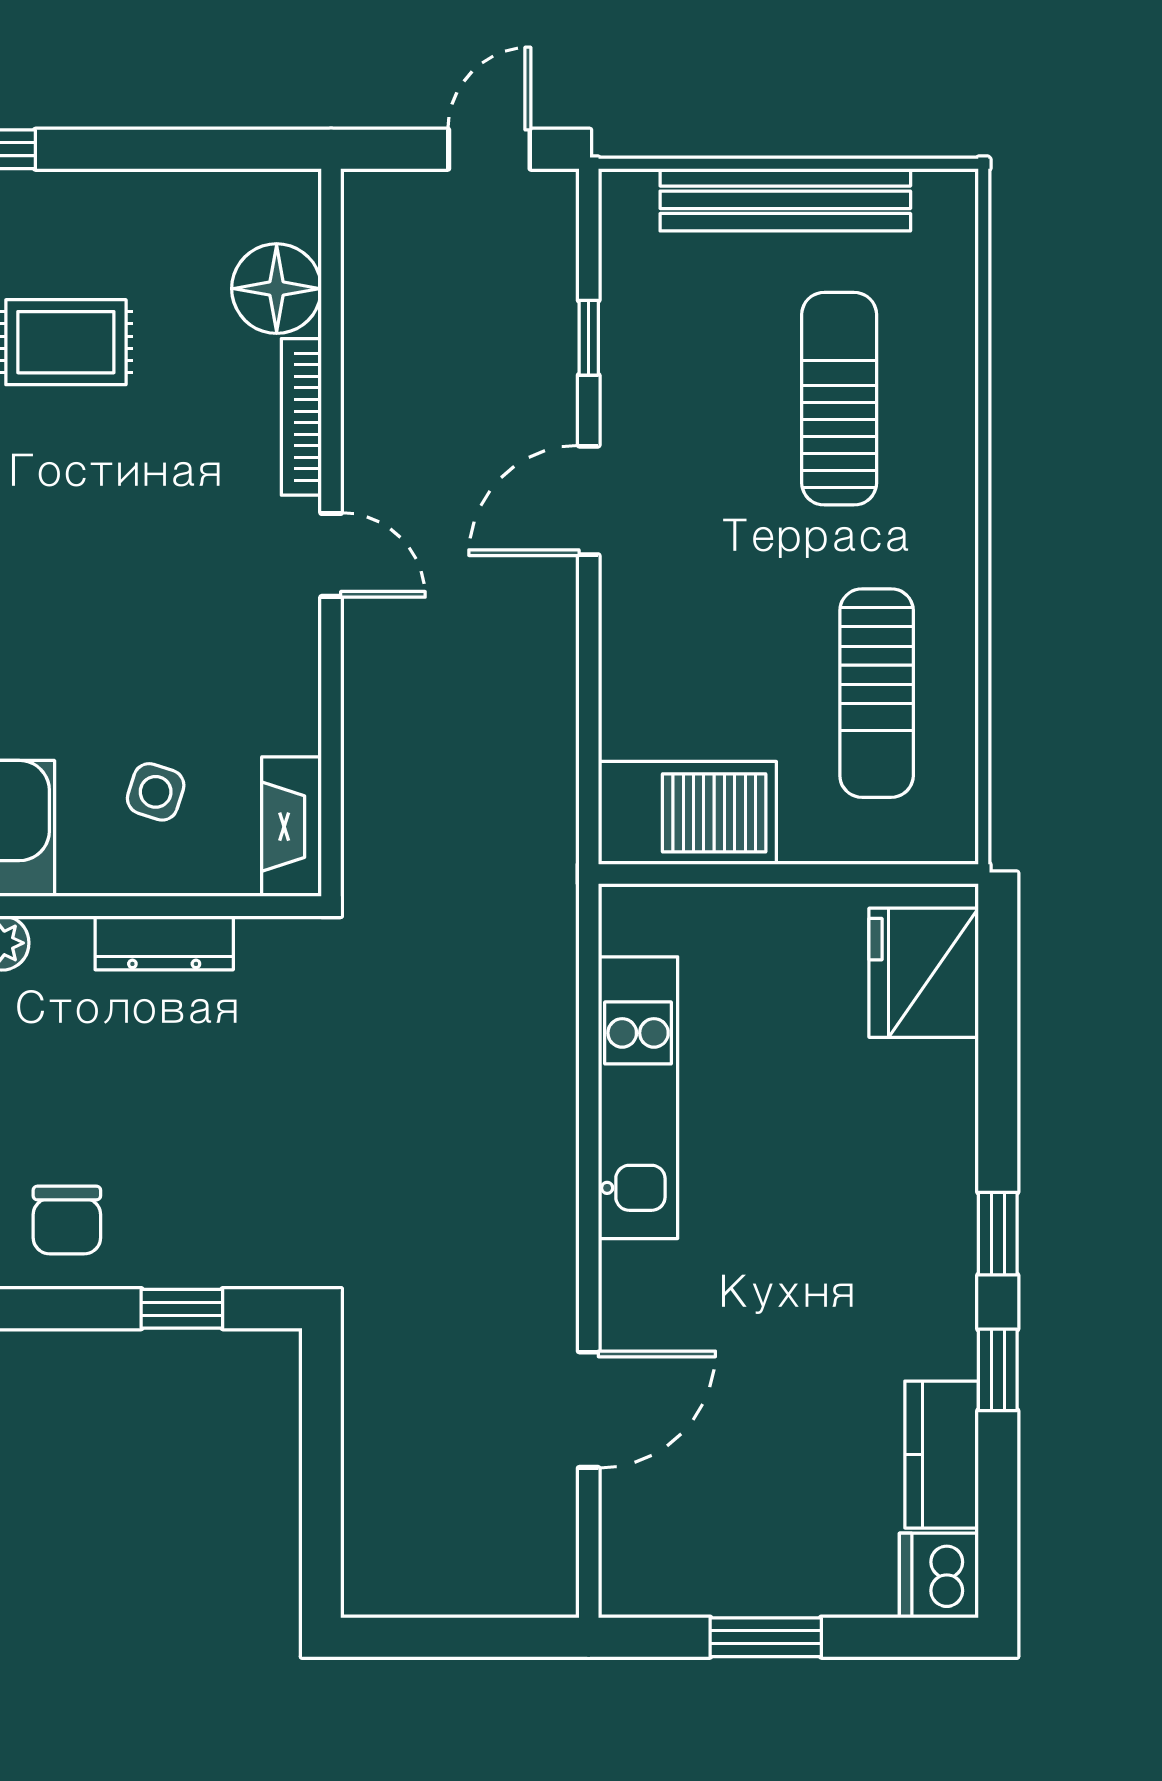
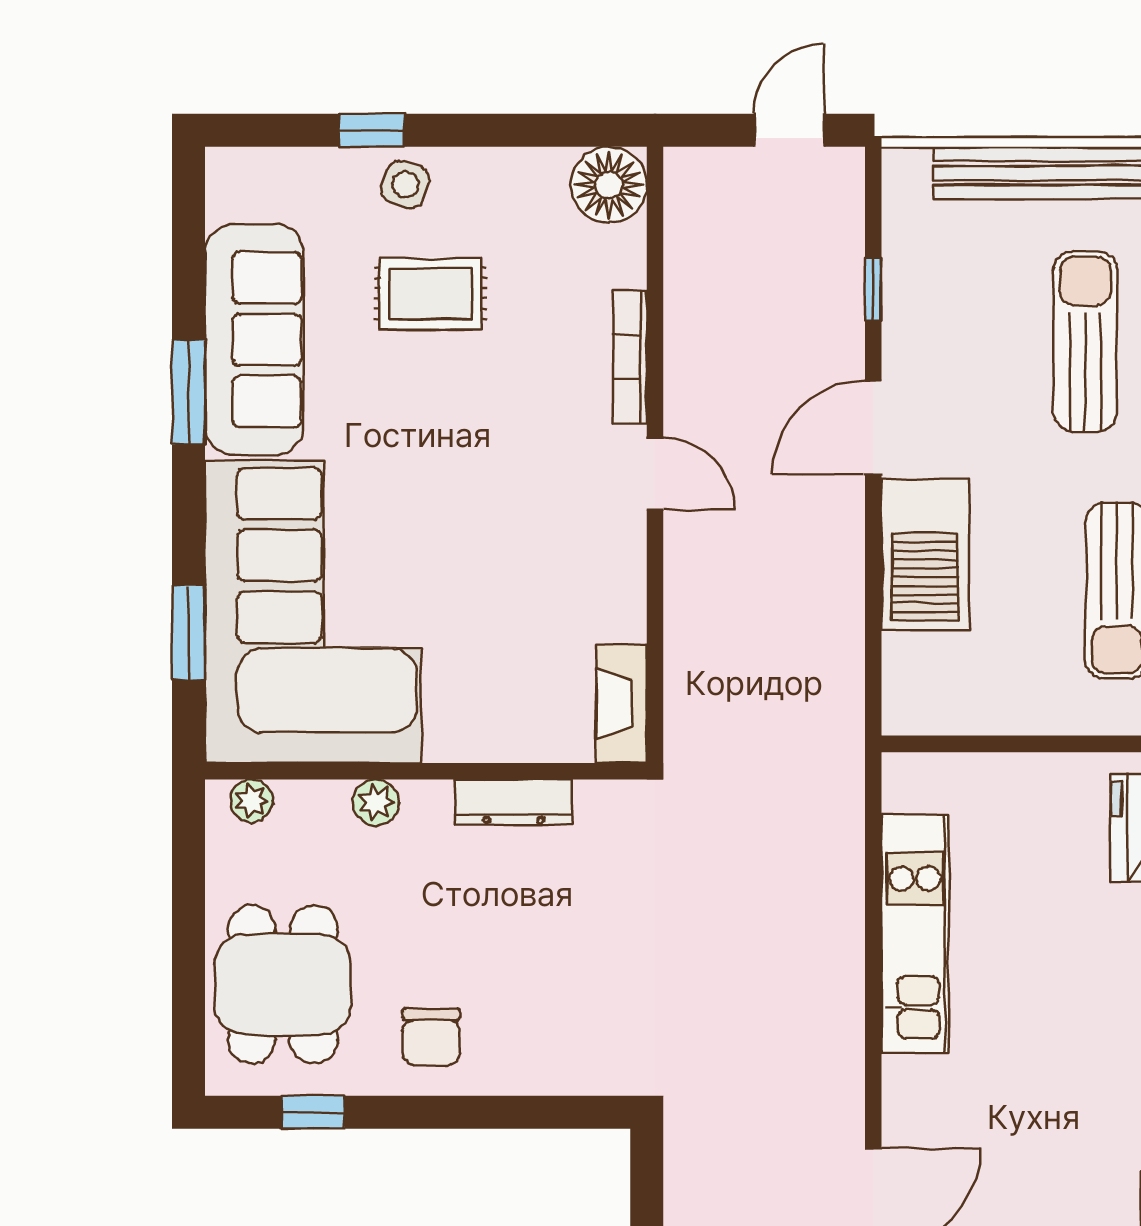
floor lamp: (277, 289) -> (609, 185), moved
side table: (156, 792) -> (405, 185), moved
barbecue: (687, 813) -> (925, 554), moved, turned 90
window: (182, 1309) -> (529, 1112), removed

